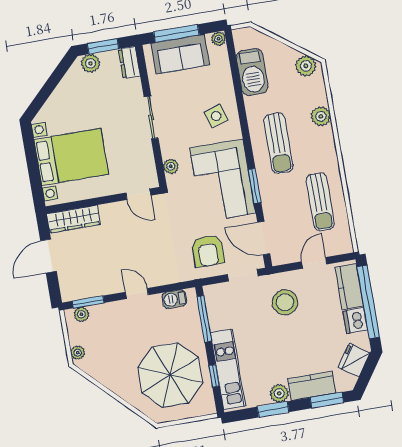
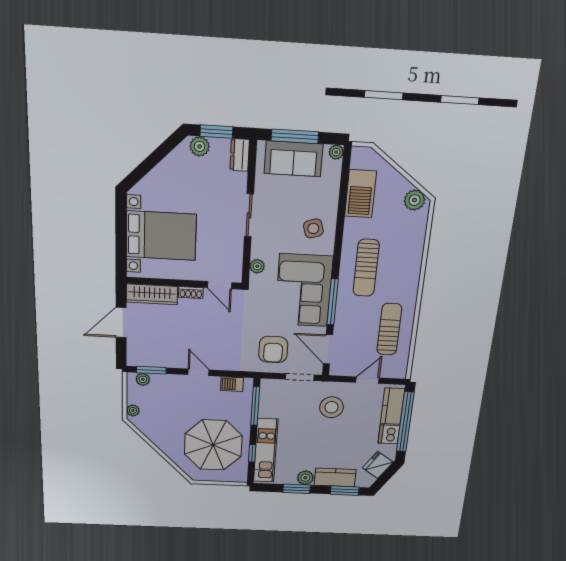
plant: (321, 116) -> (414, 252), removed
window: (255, 186) -> (333, 302), width x1.44
sun lounger: (320, 202) -> (389, 329), turned 180
shoe rack: (112, 208) -> (191, 293), added

